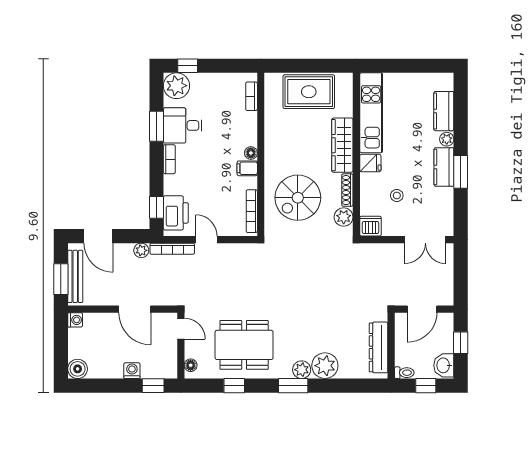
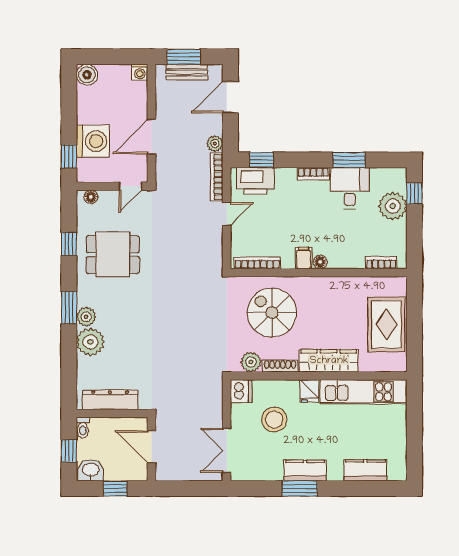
plant: (176, 86) -> (393, 206), moved
plant: (447, 139) -> (335, 473), removed
stool: (397, 195) -> (274, 420), width x1.89, depth x1.89
bench: (75, 276) -> (187, 72), width x0.73
dining table: (244, 345) -> (113, 255), width x0.73
washing machine: (132, 371) -> (93, 141), width x1.89, depth x1.89

